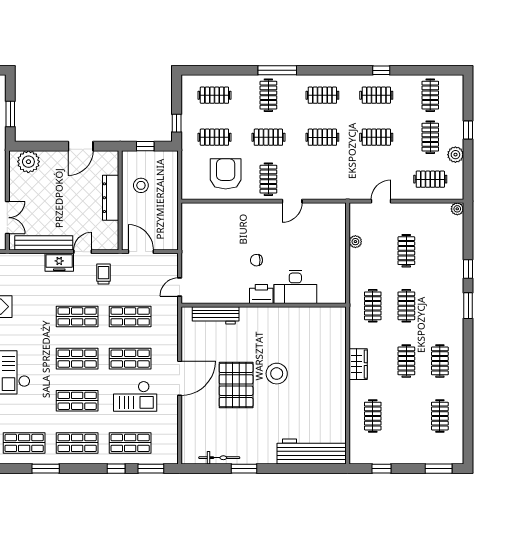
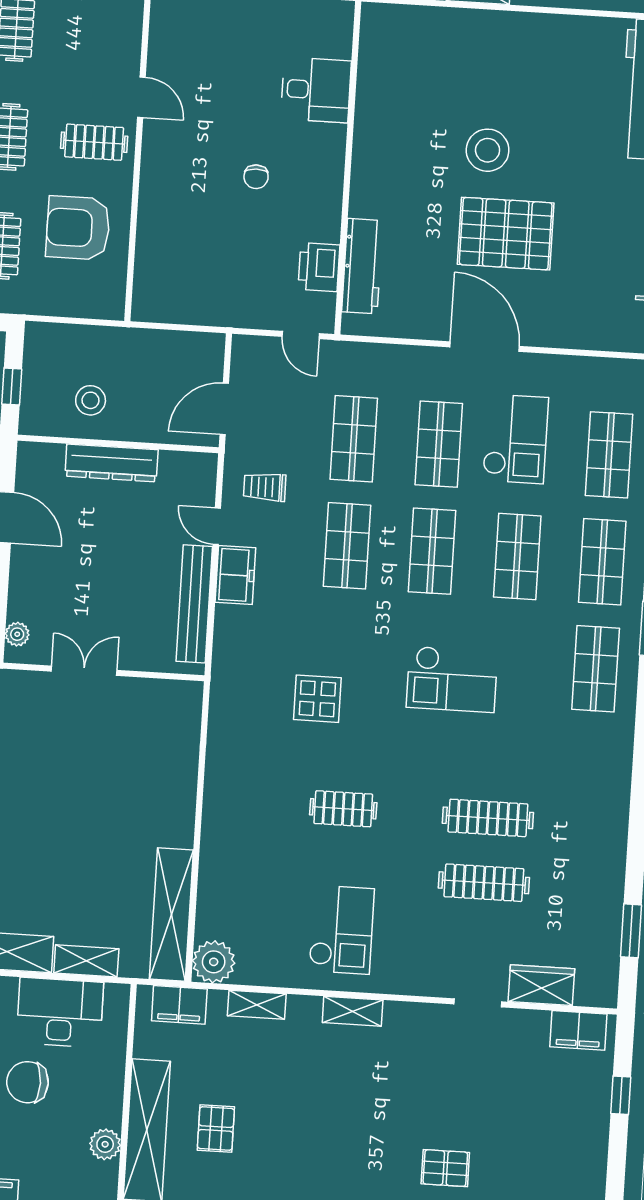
plant: (28, 162) -> (17, 634), width x0.53, depth x0.53
double door: (7, 218) -> (84, 671), moved
desk: (295, 287) -> (316, 90), width x0.73
printer: (261, 294) -> (319, 267), moved

